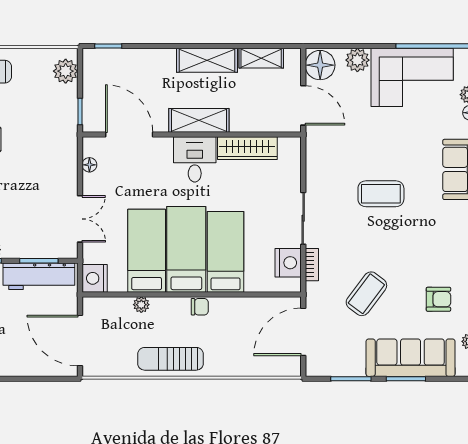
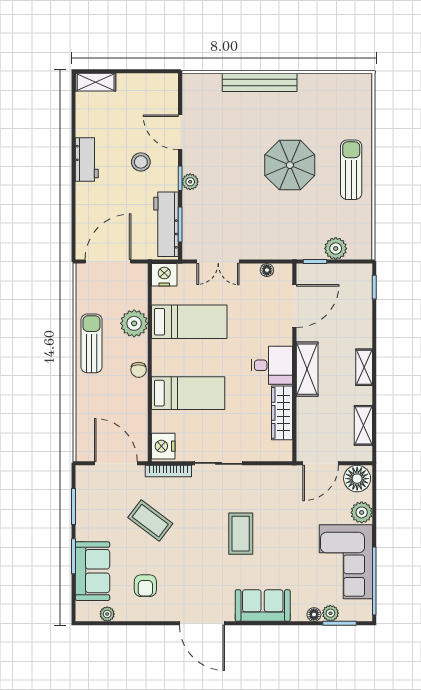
shelving: (207, 60) -> (364, 367), width x0.67, depth x0.75
plant: (66, 71) -> (336, 249), moved
bed: (186, 249) -> (190, 358), removed
nightstand: (288, 263) -> (163, 446), moved, turned 90
bookcase: (312, 265) -> (168, 471), width x1.56
plant: (141, 305) -> (134, 323), width x1.88, depth x1.88
sofa: (411, 358) -> (92, 571), width x0.73

